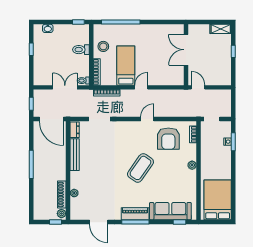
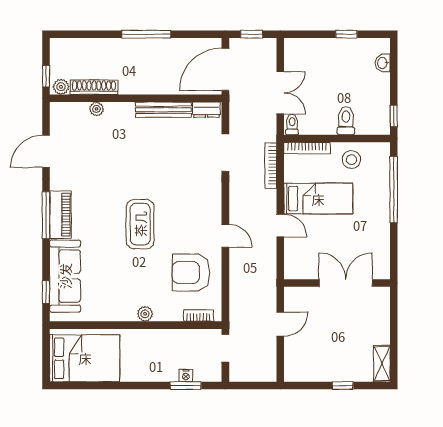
double door: (186, 50) -> (346, 283), moved
wall: (186, 55) -> (337, 283), moved
coffee table: (140, 168) -> (140, 224), turned 55

